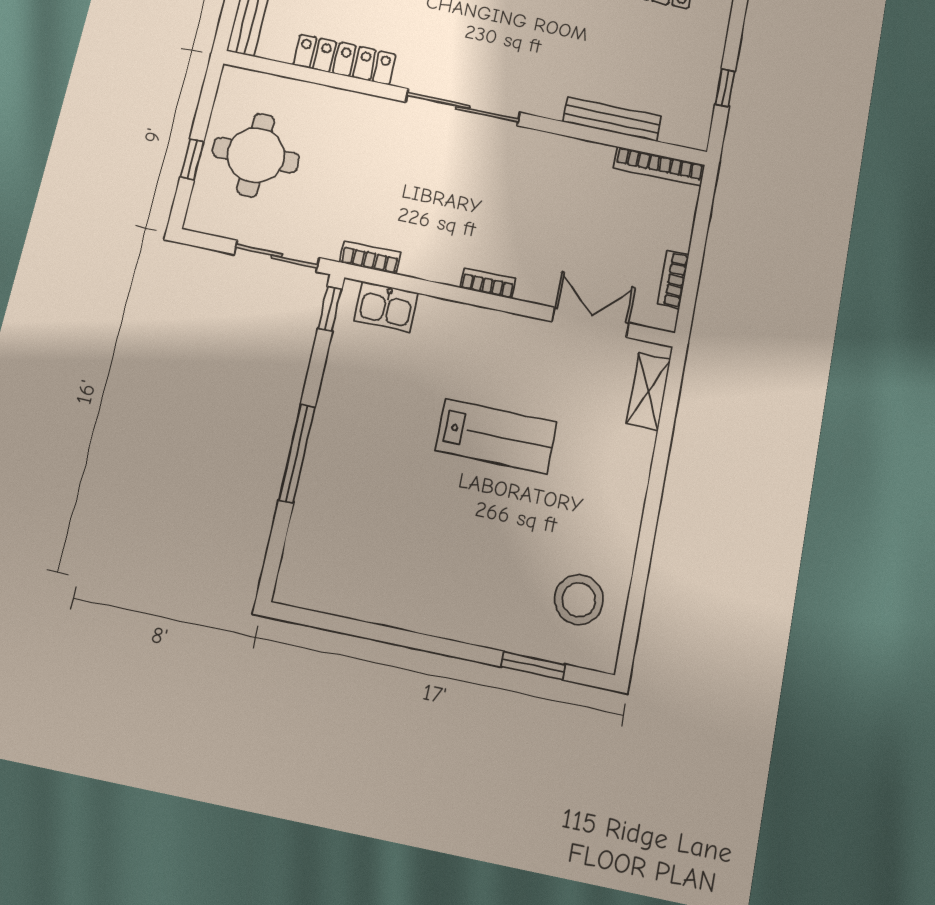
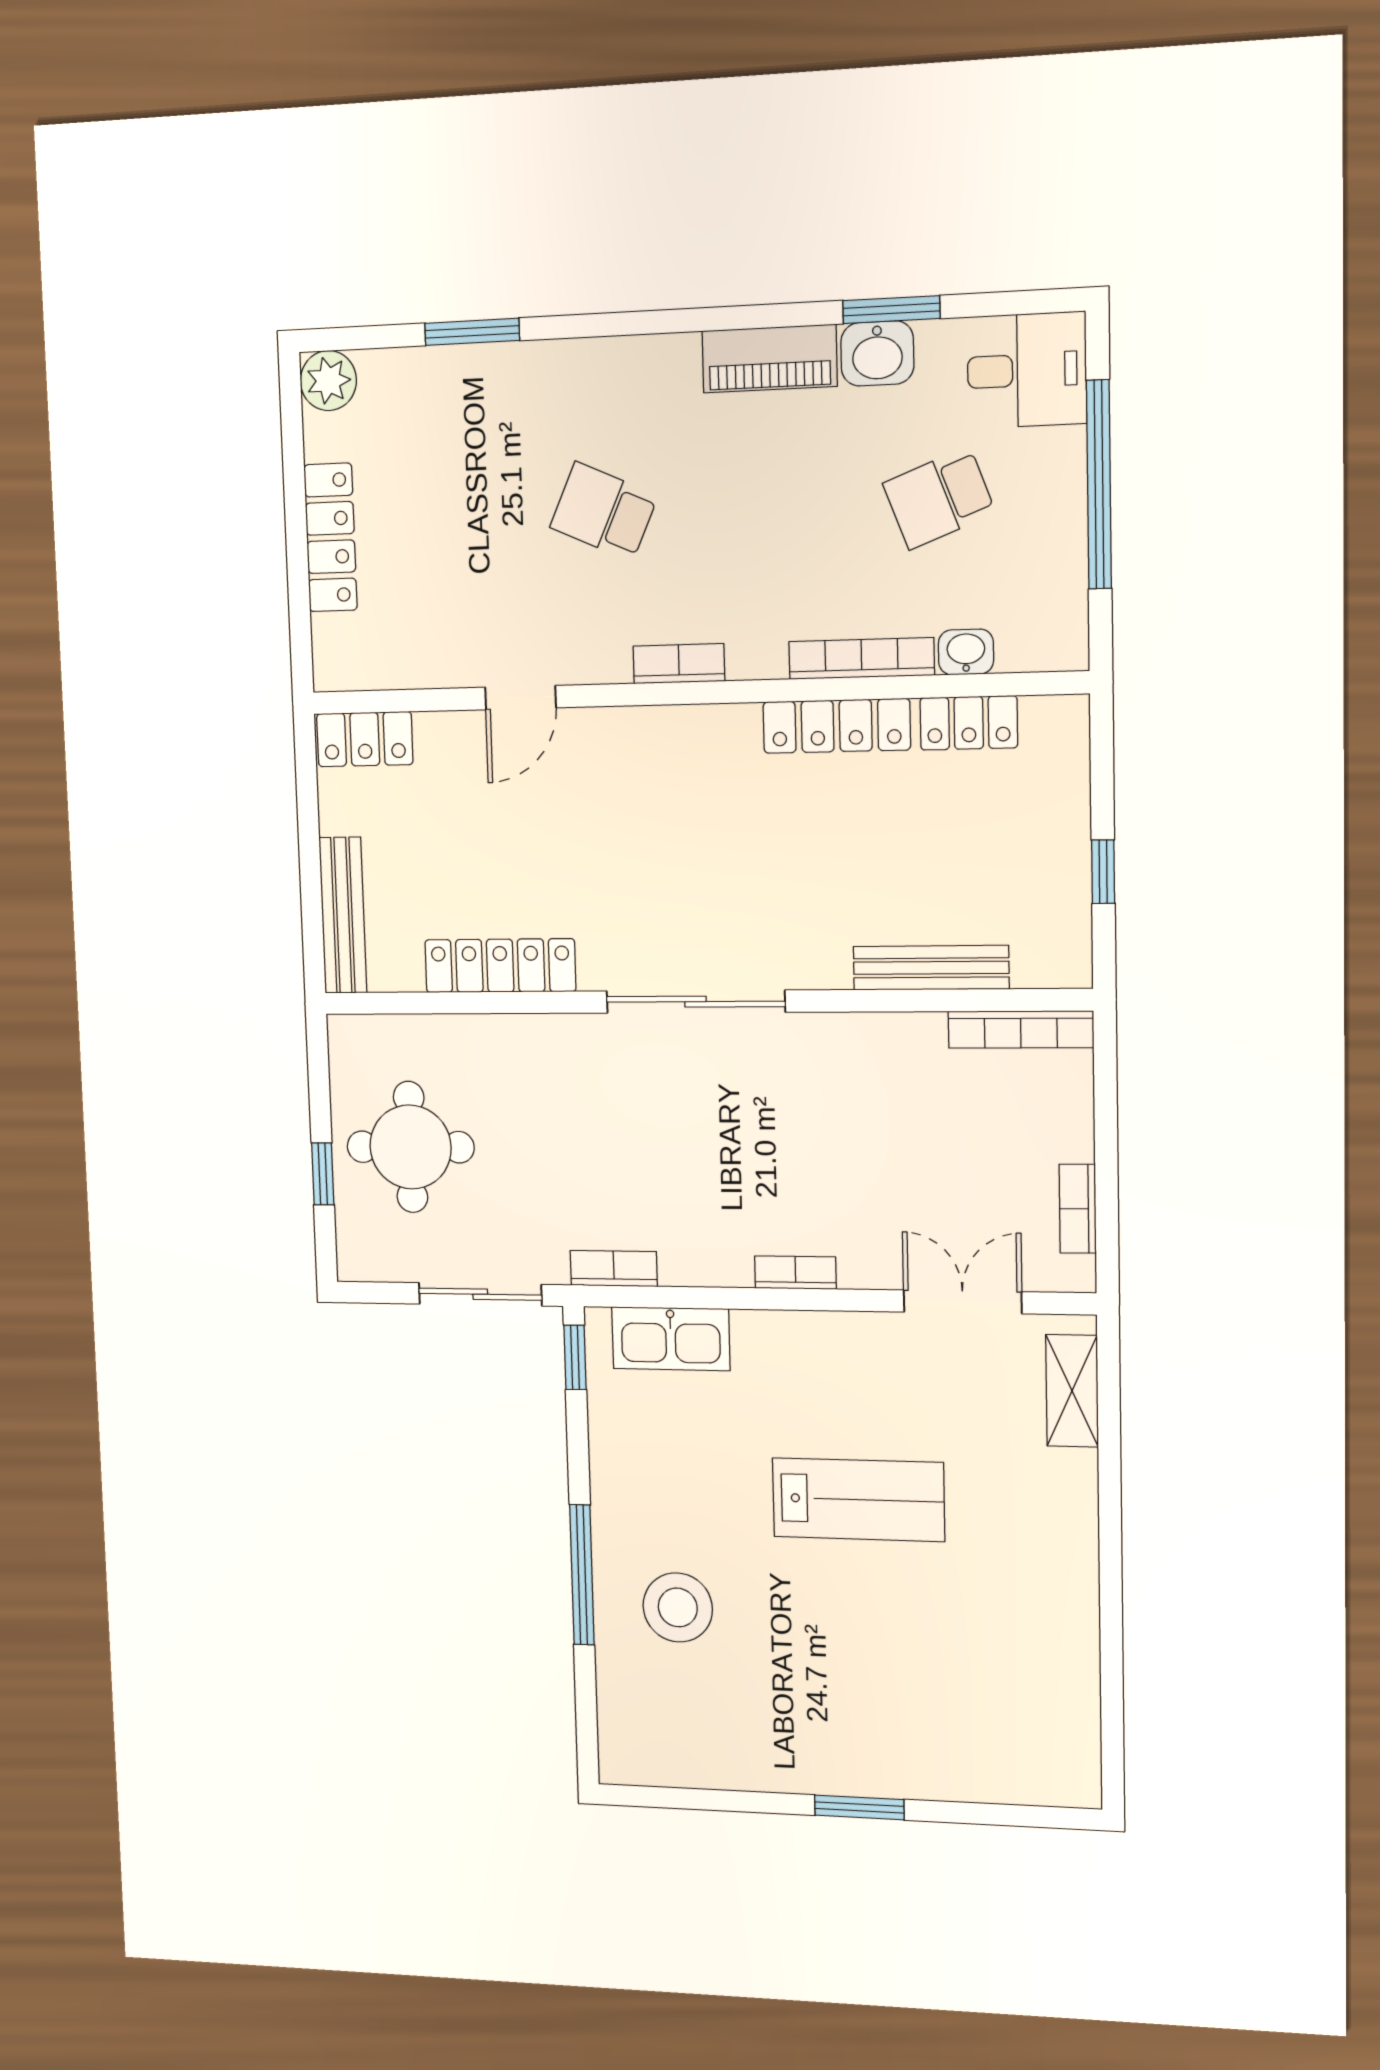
kitchen sink: (386, 307) -> (671, 1339), width x1.38
stool: (579, 600) -> (678, 1607), moved
window: (533, 665) -> (859, 1807), moved

